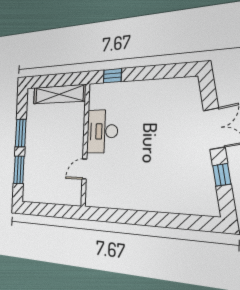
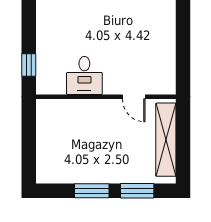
shelving: (59, 94) -> (166, 140), moved
desk: (102, 131) -> (84, 76), width x0.73

